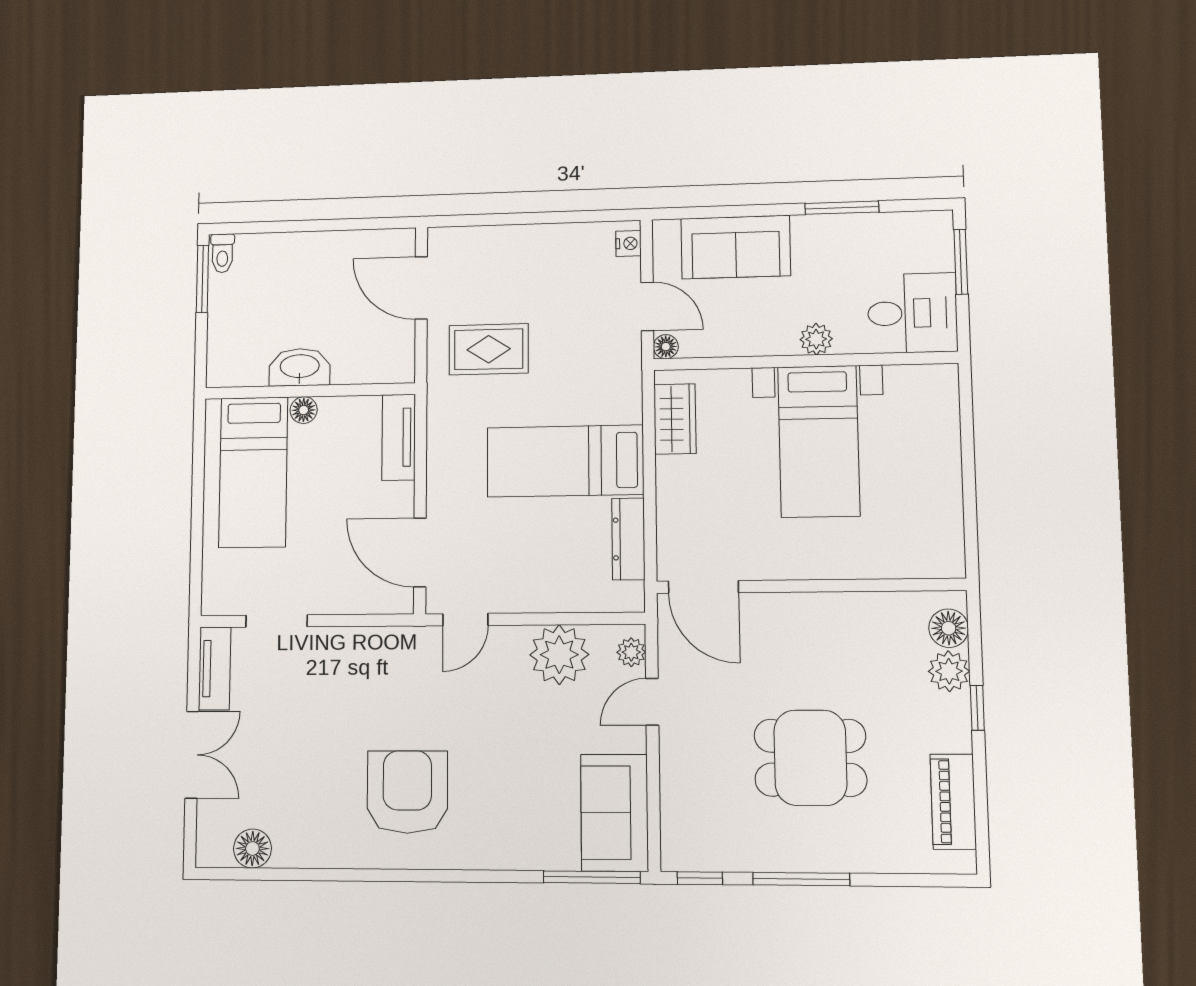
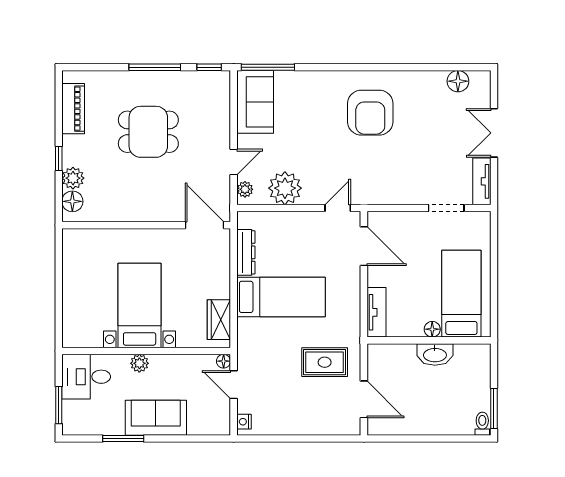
sofa: (736, 247) -> (156, 418), moved

